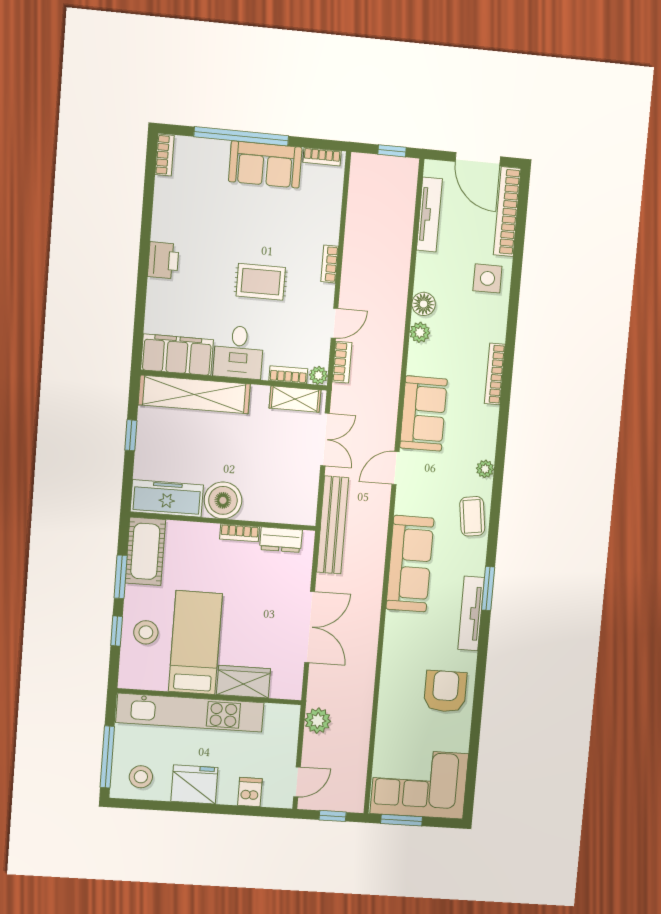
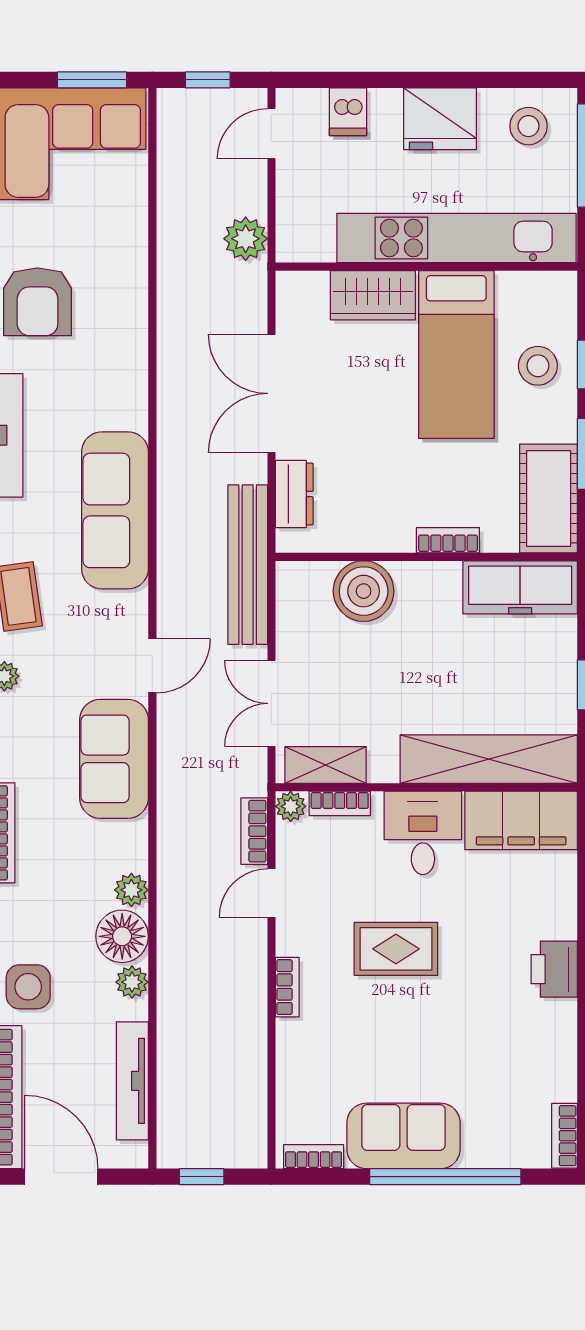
plant: (424, 276) -> (132, 982), added
floor lamp: (424, 304) -> (122, 936), width x1.38, depth x1.38
boiler: (223, 500) -> (364, 591), moved
bookcase: (240, 533) -> (448, 540), moved
dresser: (281, 540) -> (294, 494), moved, turned 90

